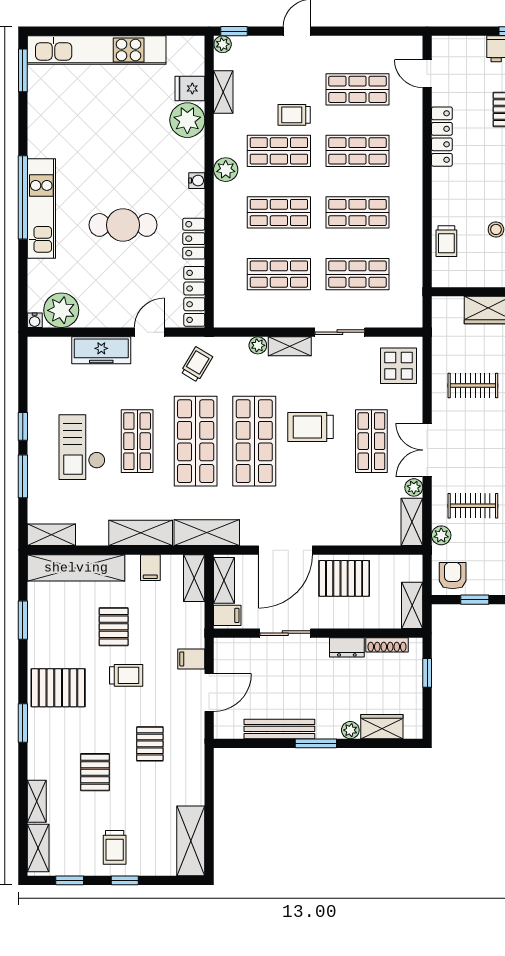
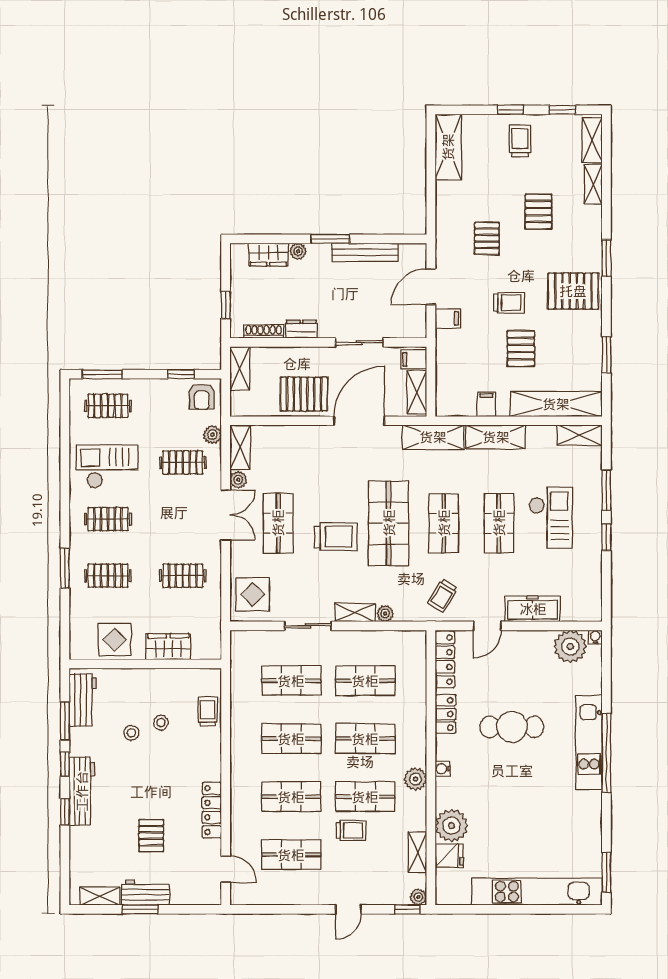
shop shelf: (196, 441) -> (444, 523), width x0.70, depth x0.74
shelving: (194, 578) -> (445, 394), removed
trolley: (126, 675) -> (509, 303), turned 180

